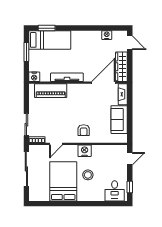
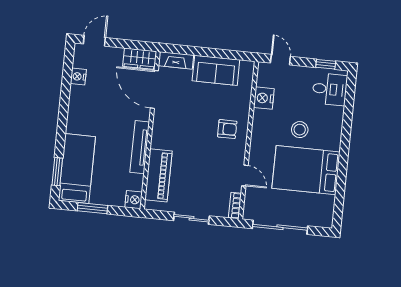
wardrobe: (121, 67) -> (140, 59), width x0.67
sliding door: (26, 125) -> (191, 218), moved
nightstand: (85, 151) -> (264, 98), moved

